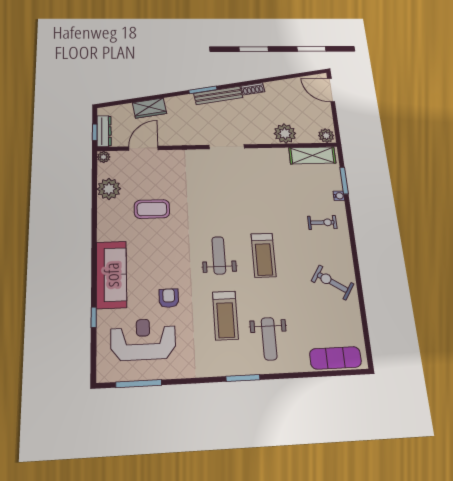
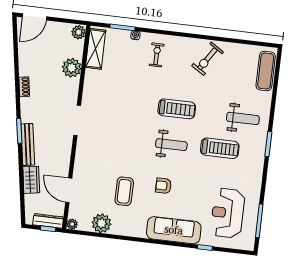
bench: (218, 95) -> (28, 144), moved
weight bench: (219, 255) -> (171, 145), turned 180
armchair: (169, 298) -> (164, 186), moved

